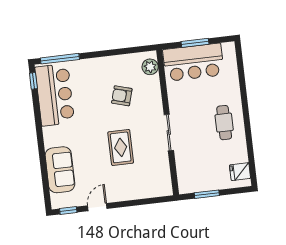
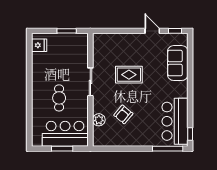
plant: (150, 67) -> (99, 120), moved
armchair: (122, 96) -> (123, 114), turned 114
cafe table: (224, 123) -> (59, 98), moved
rug: (121, 147) -> (129, 75), turned 90
door: (97, 207) -> (152, 31), swing flipped

